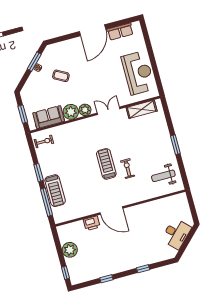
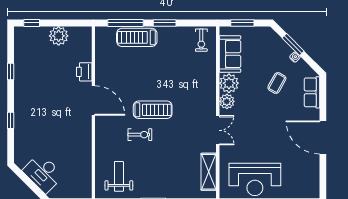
row of seats: (120, 32) -> (312, 92), moved
window: (34, 62) -> (293, 45), moved
door: (111, 210) -> (93, 101), swing flipped

